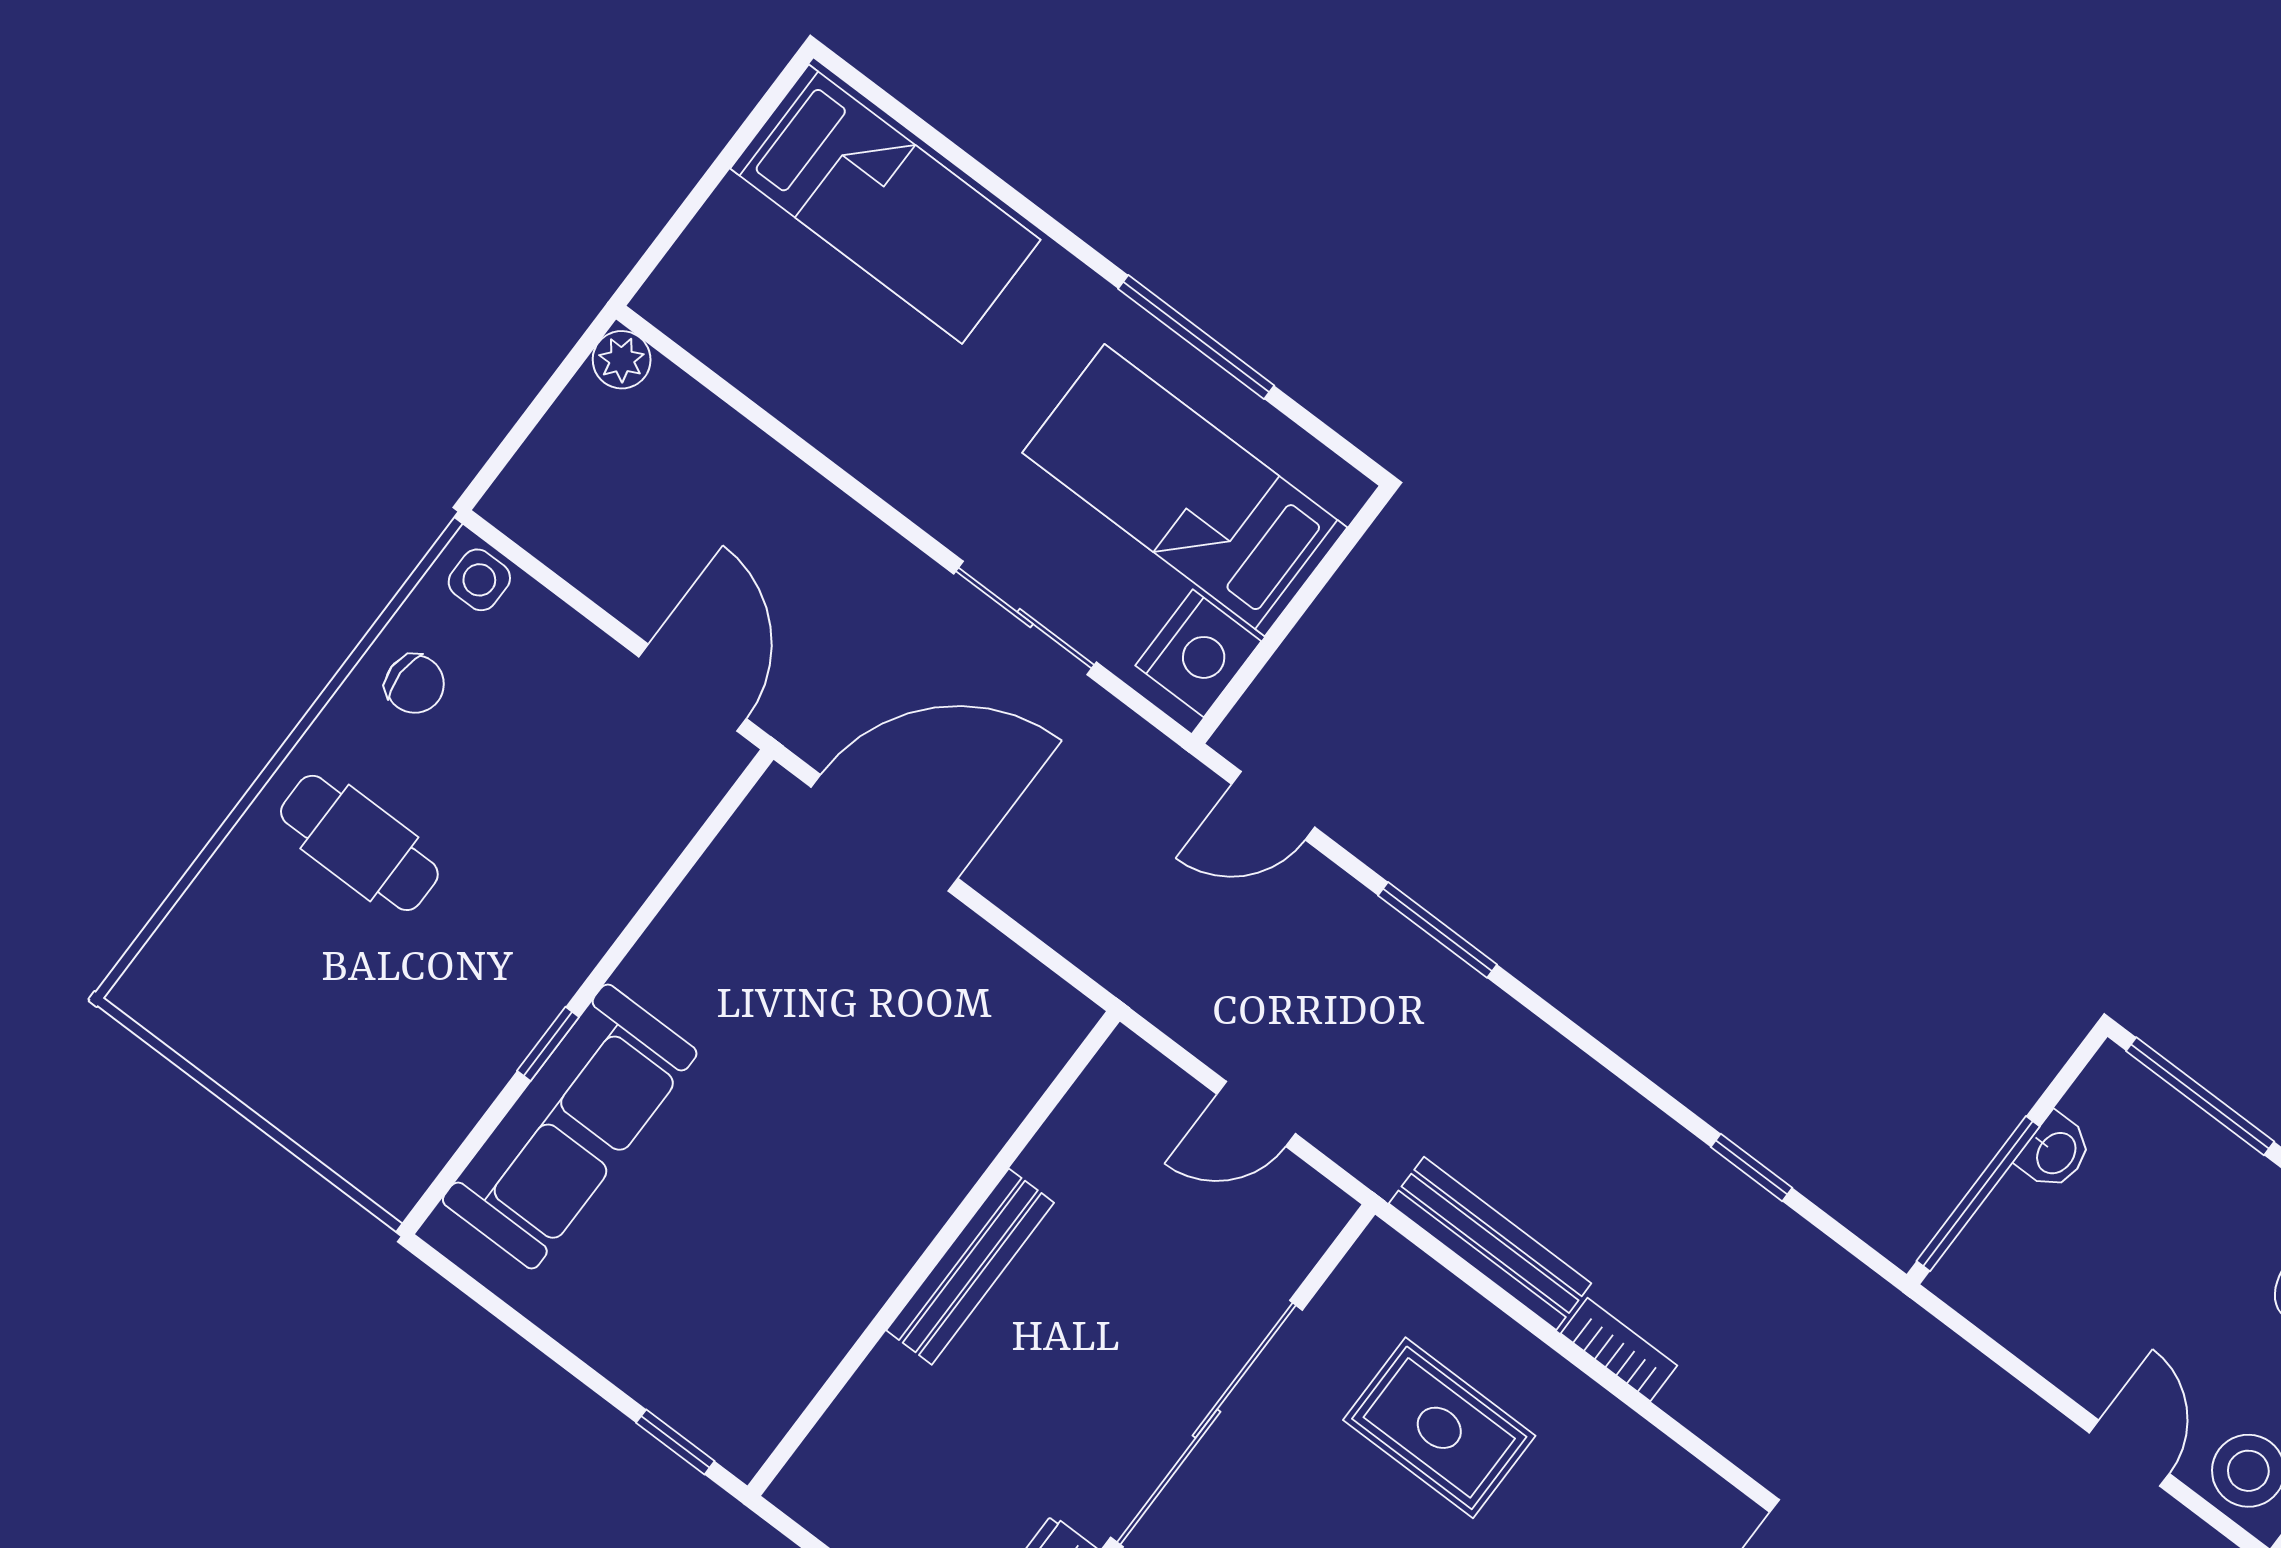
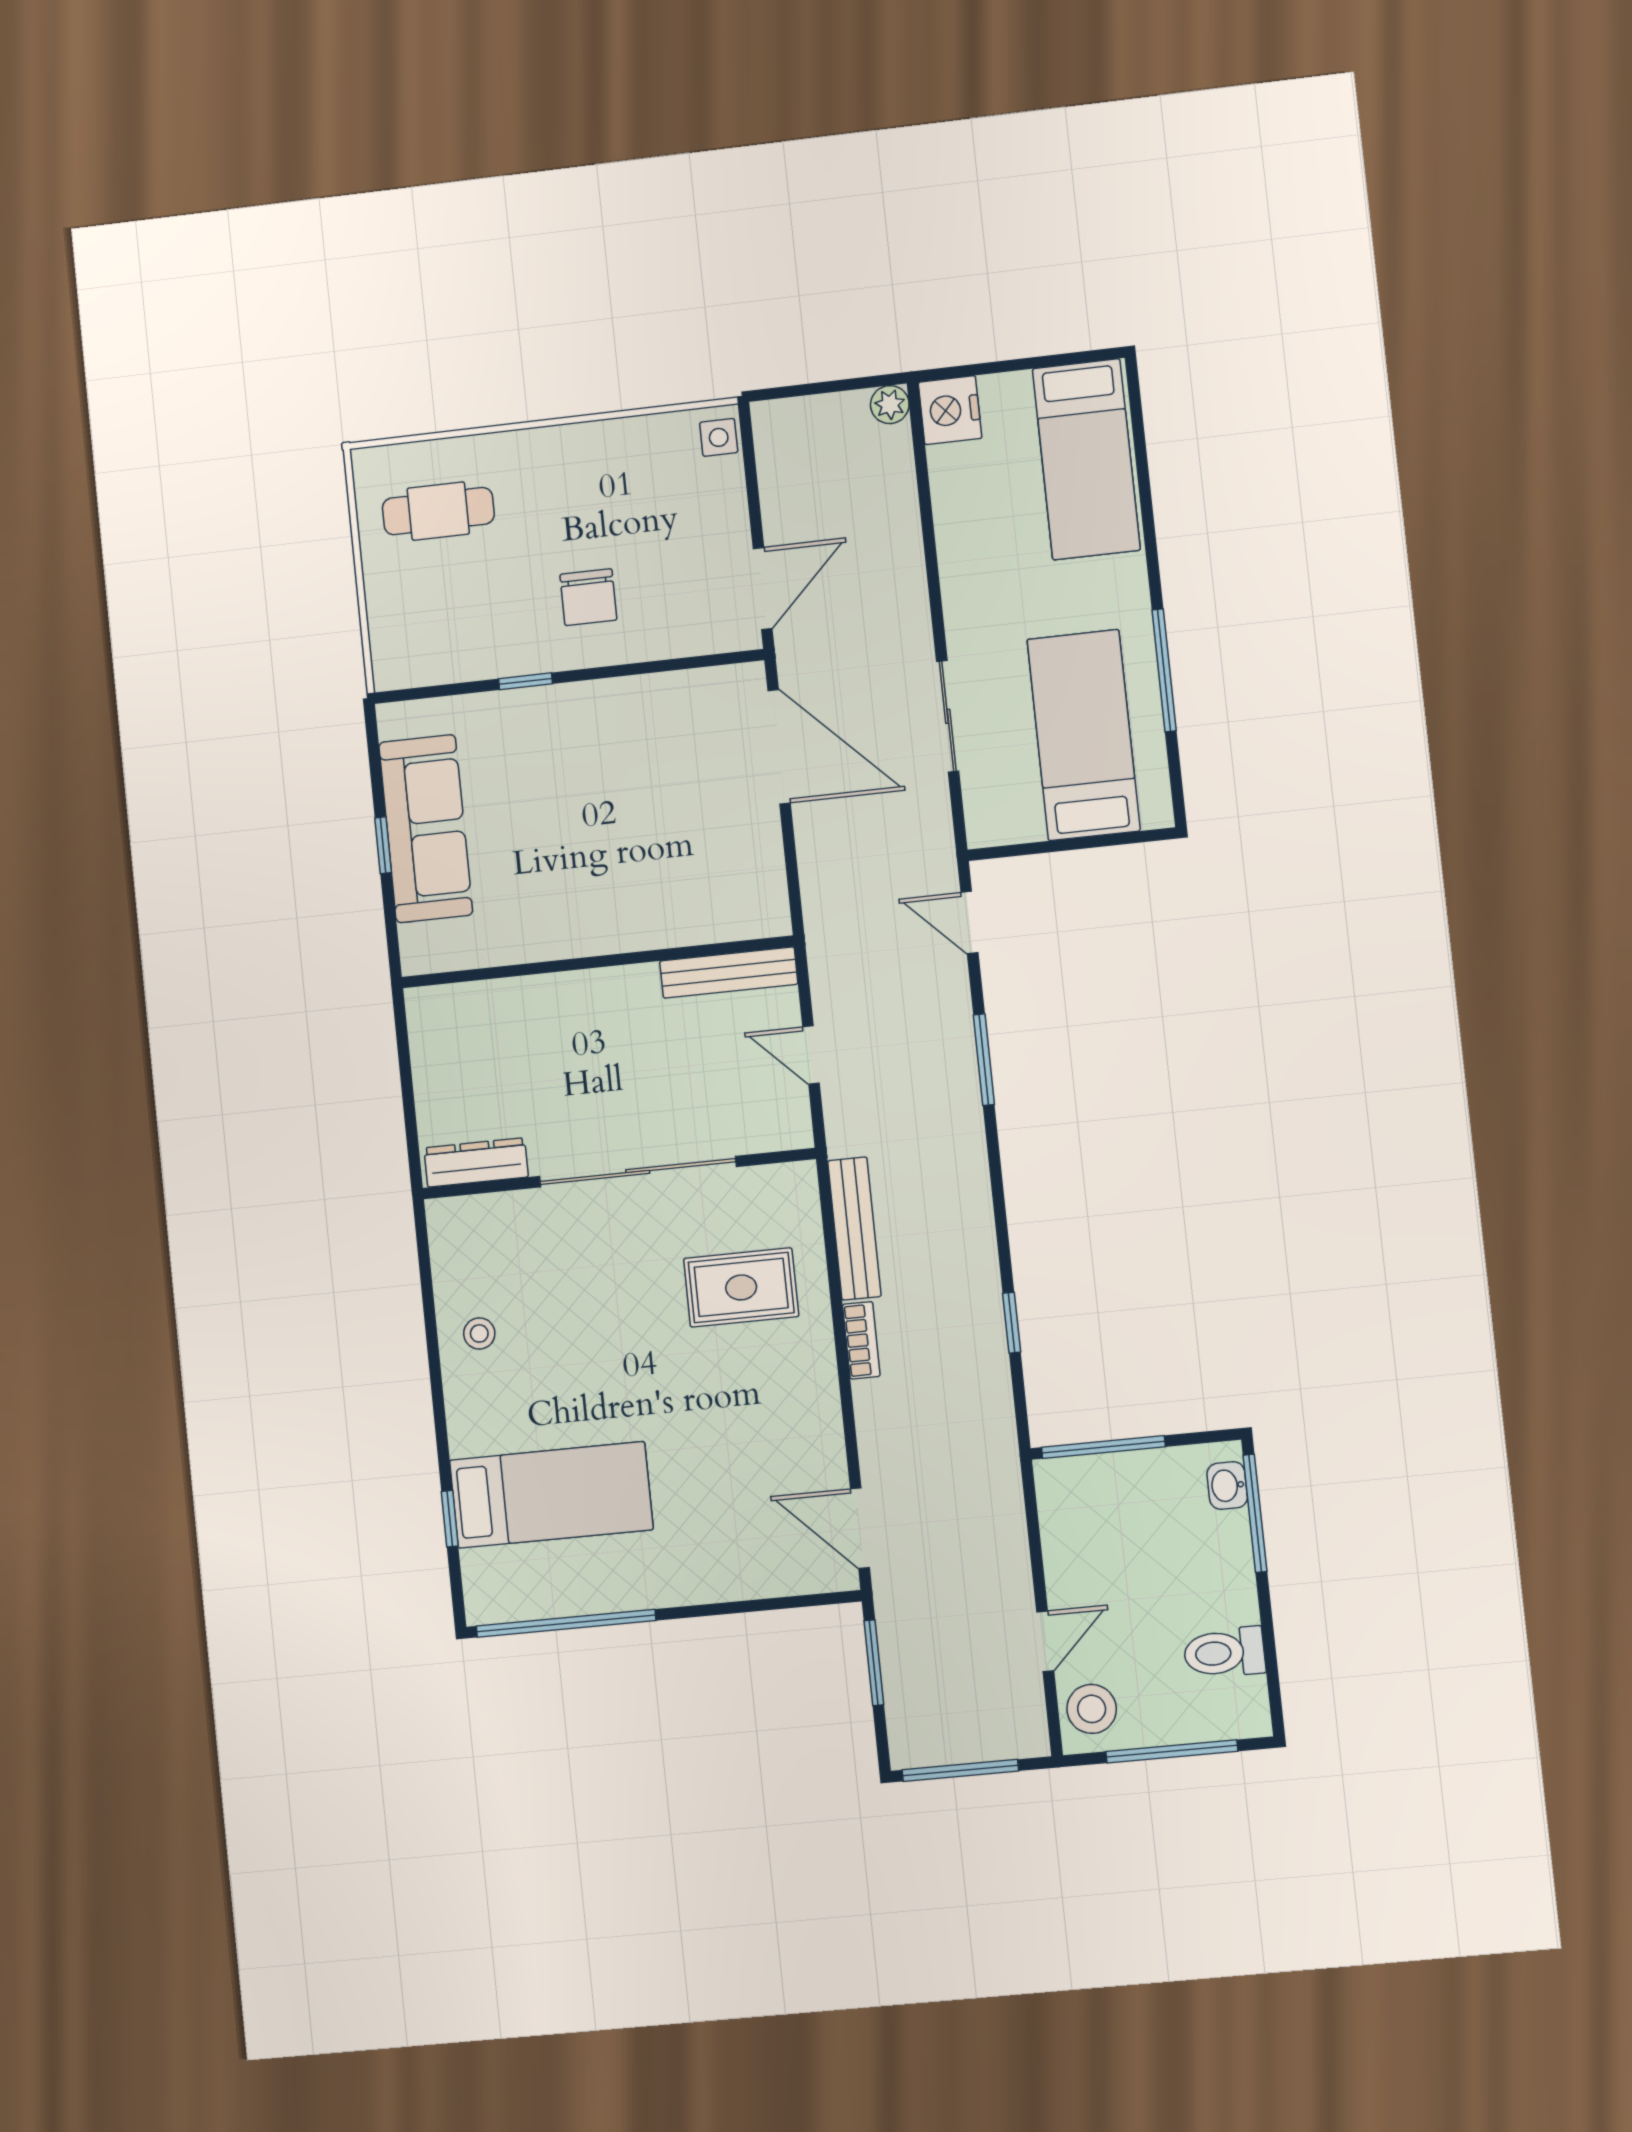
nightstand: (1198, 653) -> (950, 410), moved, turned 90
chair: (415, 684) -> (588, 597), moved, width x1.37, depth x1.37
cafe table: (359, 843) -> (438, 511), moved, turned 90
sofa: (570, 1127) -> (426, 829), moved, turned -90
washbasin: (2055, 1152) -> (1227, 1486), moved, turned 90
bench: (970, 1267) -> (729, 973), moved
rug: (1439, 1428) -> (741, 1287), turned 90
window: (675, 1442) -> (383, 845), moved

